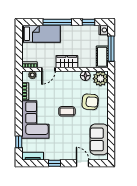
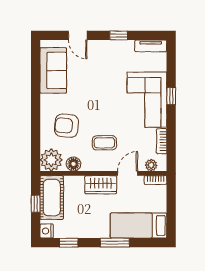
window: (57, 22) -> (115, 243), width x0.69
window: (111, 49) -> (36, 204), width x0.46
cot: (102, 57) -> (52, 198), width x1.37, depth x1.34
coffee table: (67, 111) -> (104, 143), moved
window: (19, 142) -> (171, 96), moved

